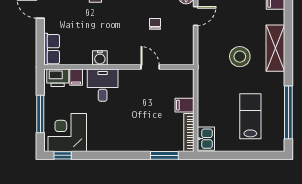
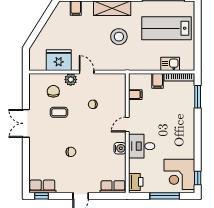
door: (150, 67) -> (127, 125), moved
filing cabinet: (76, 77) -> (135, 95), moved
lab bench: (250, 116) -> (166, 28), width x1.36, depth x1.39
kitchen sink: (206, 139) -> (170, 64), moved

